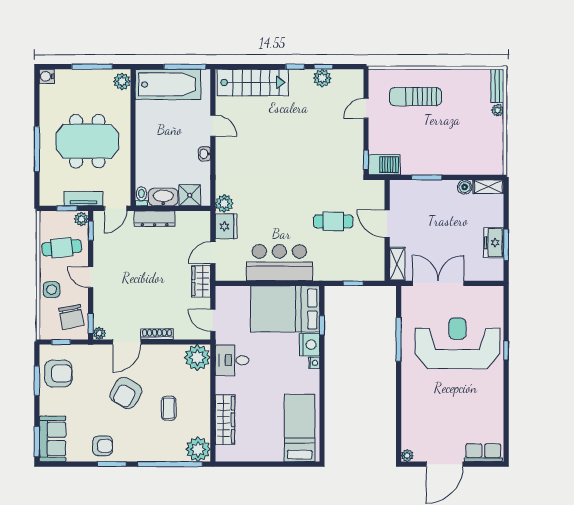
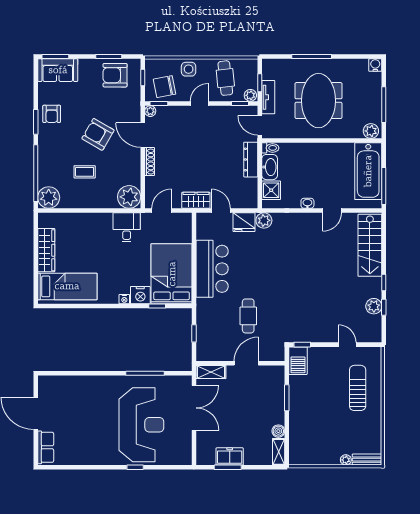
armchair: (58, 374) -> (115, 75), turned 90
wardrobe: (225, 420) -> (46, 250), moved, turned -90
plant: (407, 456) -> (43, 381), removed

